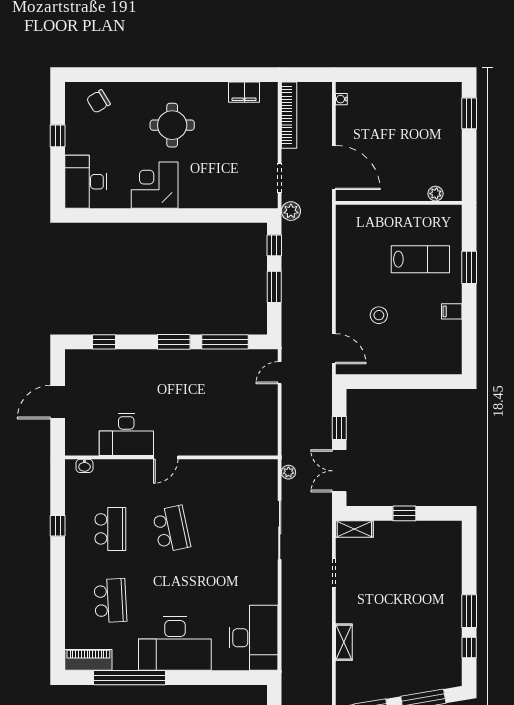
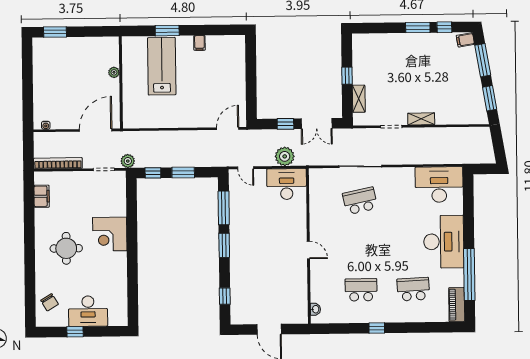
desk: (86, 182) -> (88, 311), moved
corner desk: (155, 185) -> (110, 234), moved
plant: (436, 194) -> (114, 72), moved
lab bench: (420, 259) -> (162, 66), width x1.36, depth x1.39
stool: (379, 315) -> (203, 96), removed
desk: (126, 434) -> (287, 184), moved, turned -90
plant: (289, 472) -> (285, 156), moved, width x1.88, depth x1.88
window: (58, 526) -> (377, 328), moved
school desk: (171, 529) -> (360, 201), moved
shelving: (354, 529) -> (359, 99), moved
shelving: (344, 642) -> (421, 119), moved
filing cabinet: (451, 676) -> (465, 40), added

